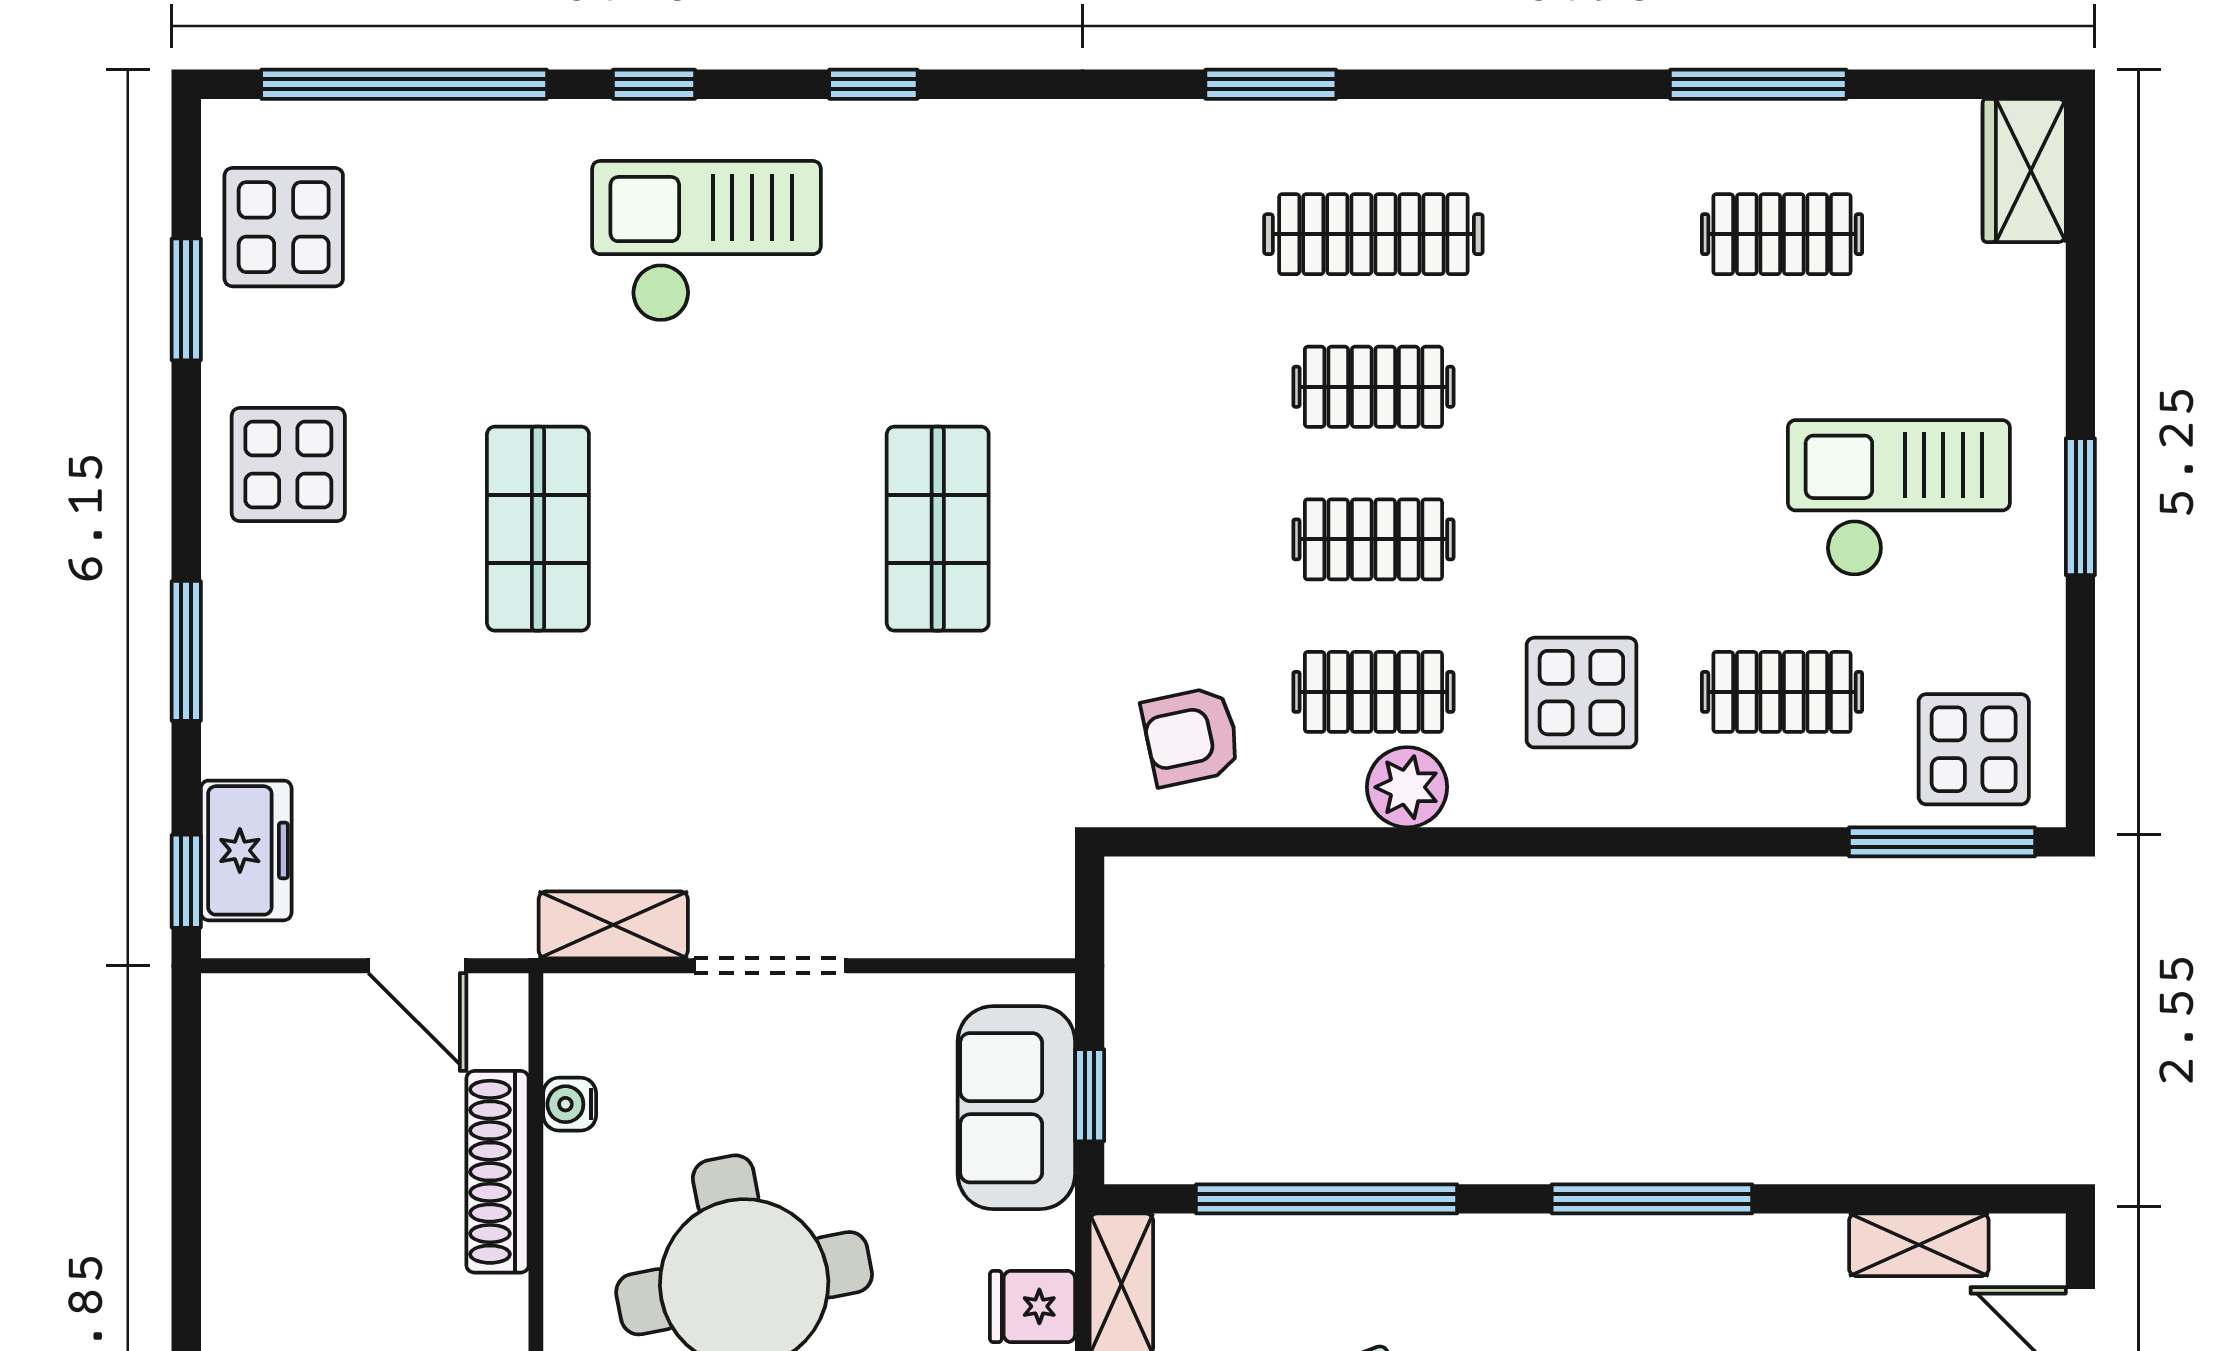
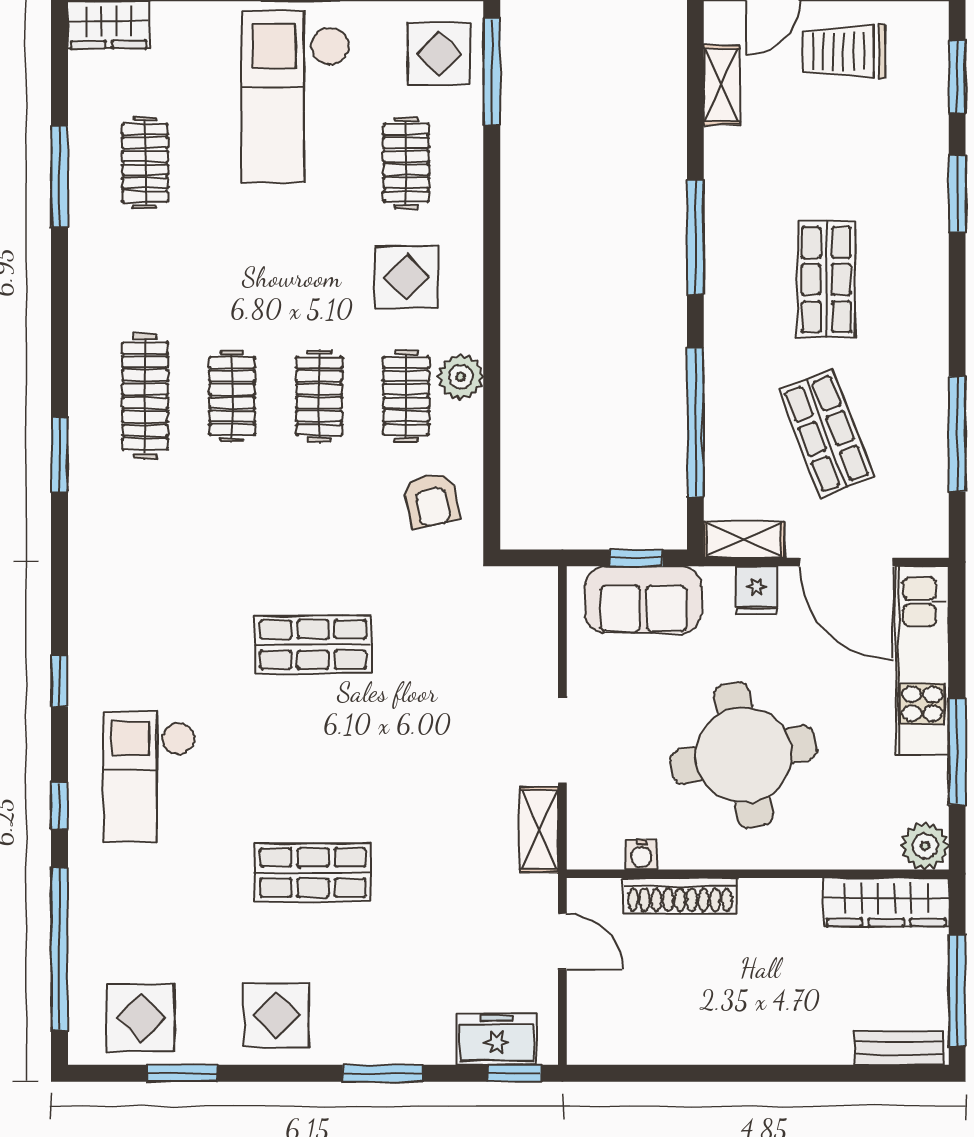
checkout: (1899, 498) -> (296, 96), width x1.36, depth x1.21
door: (417, 966) -> (562, 941), hinge flipped

